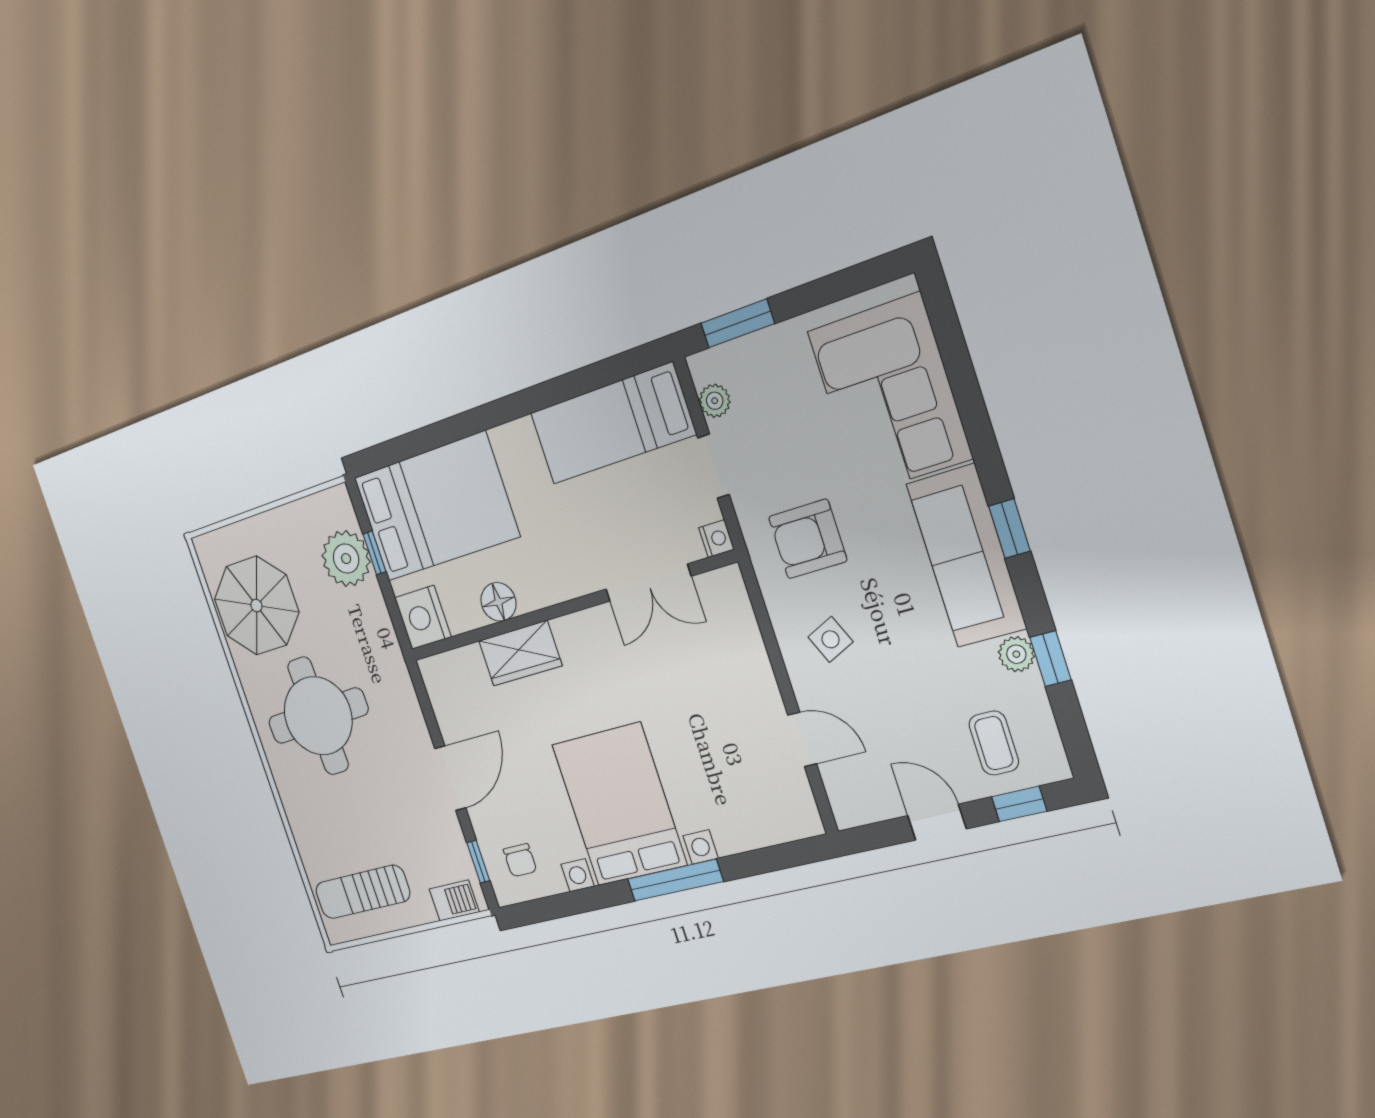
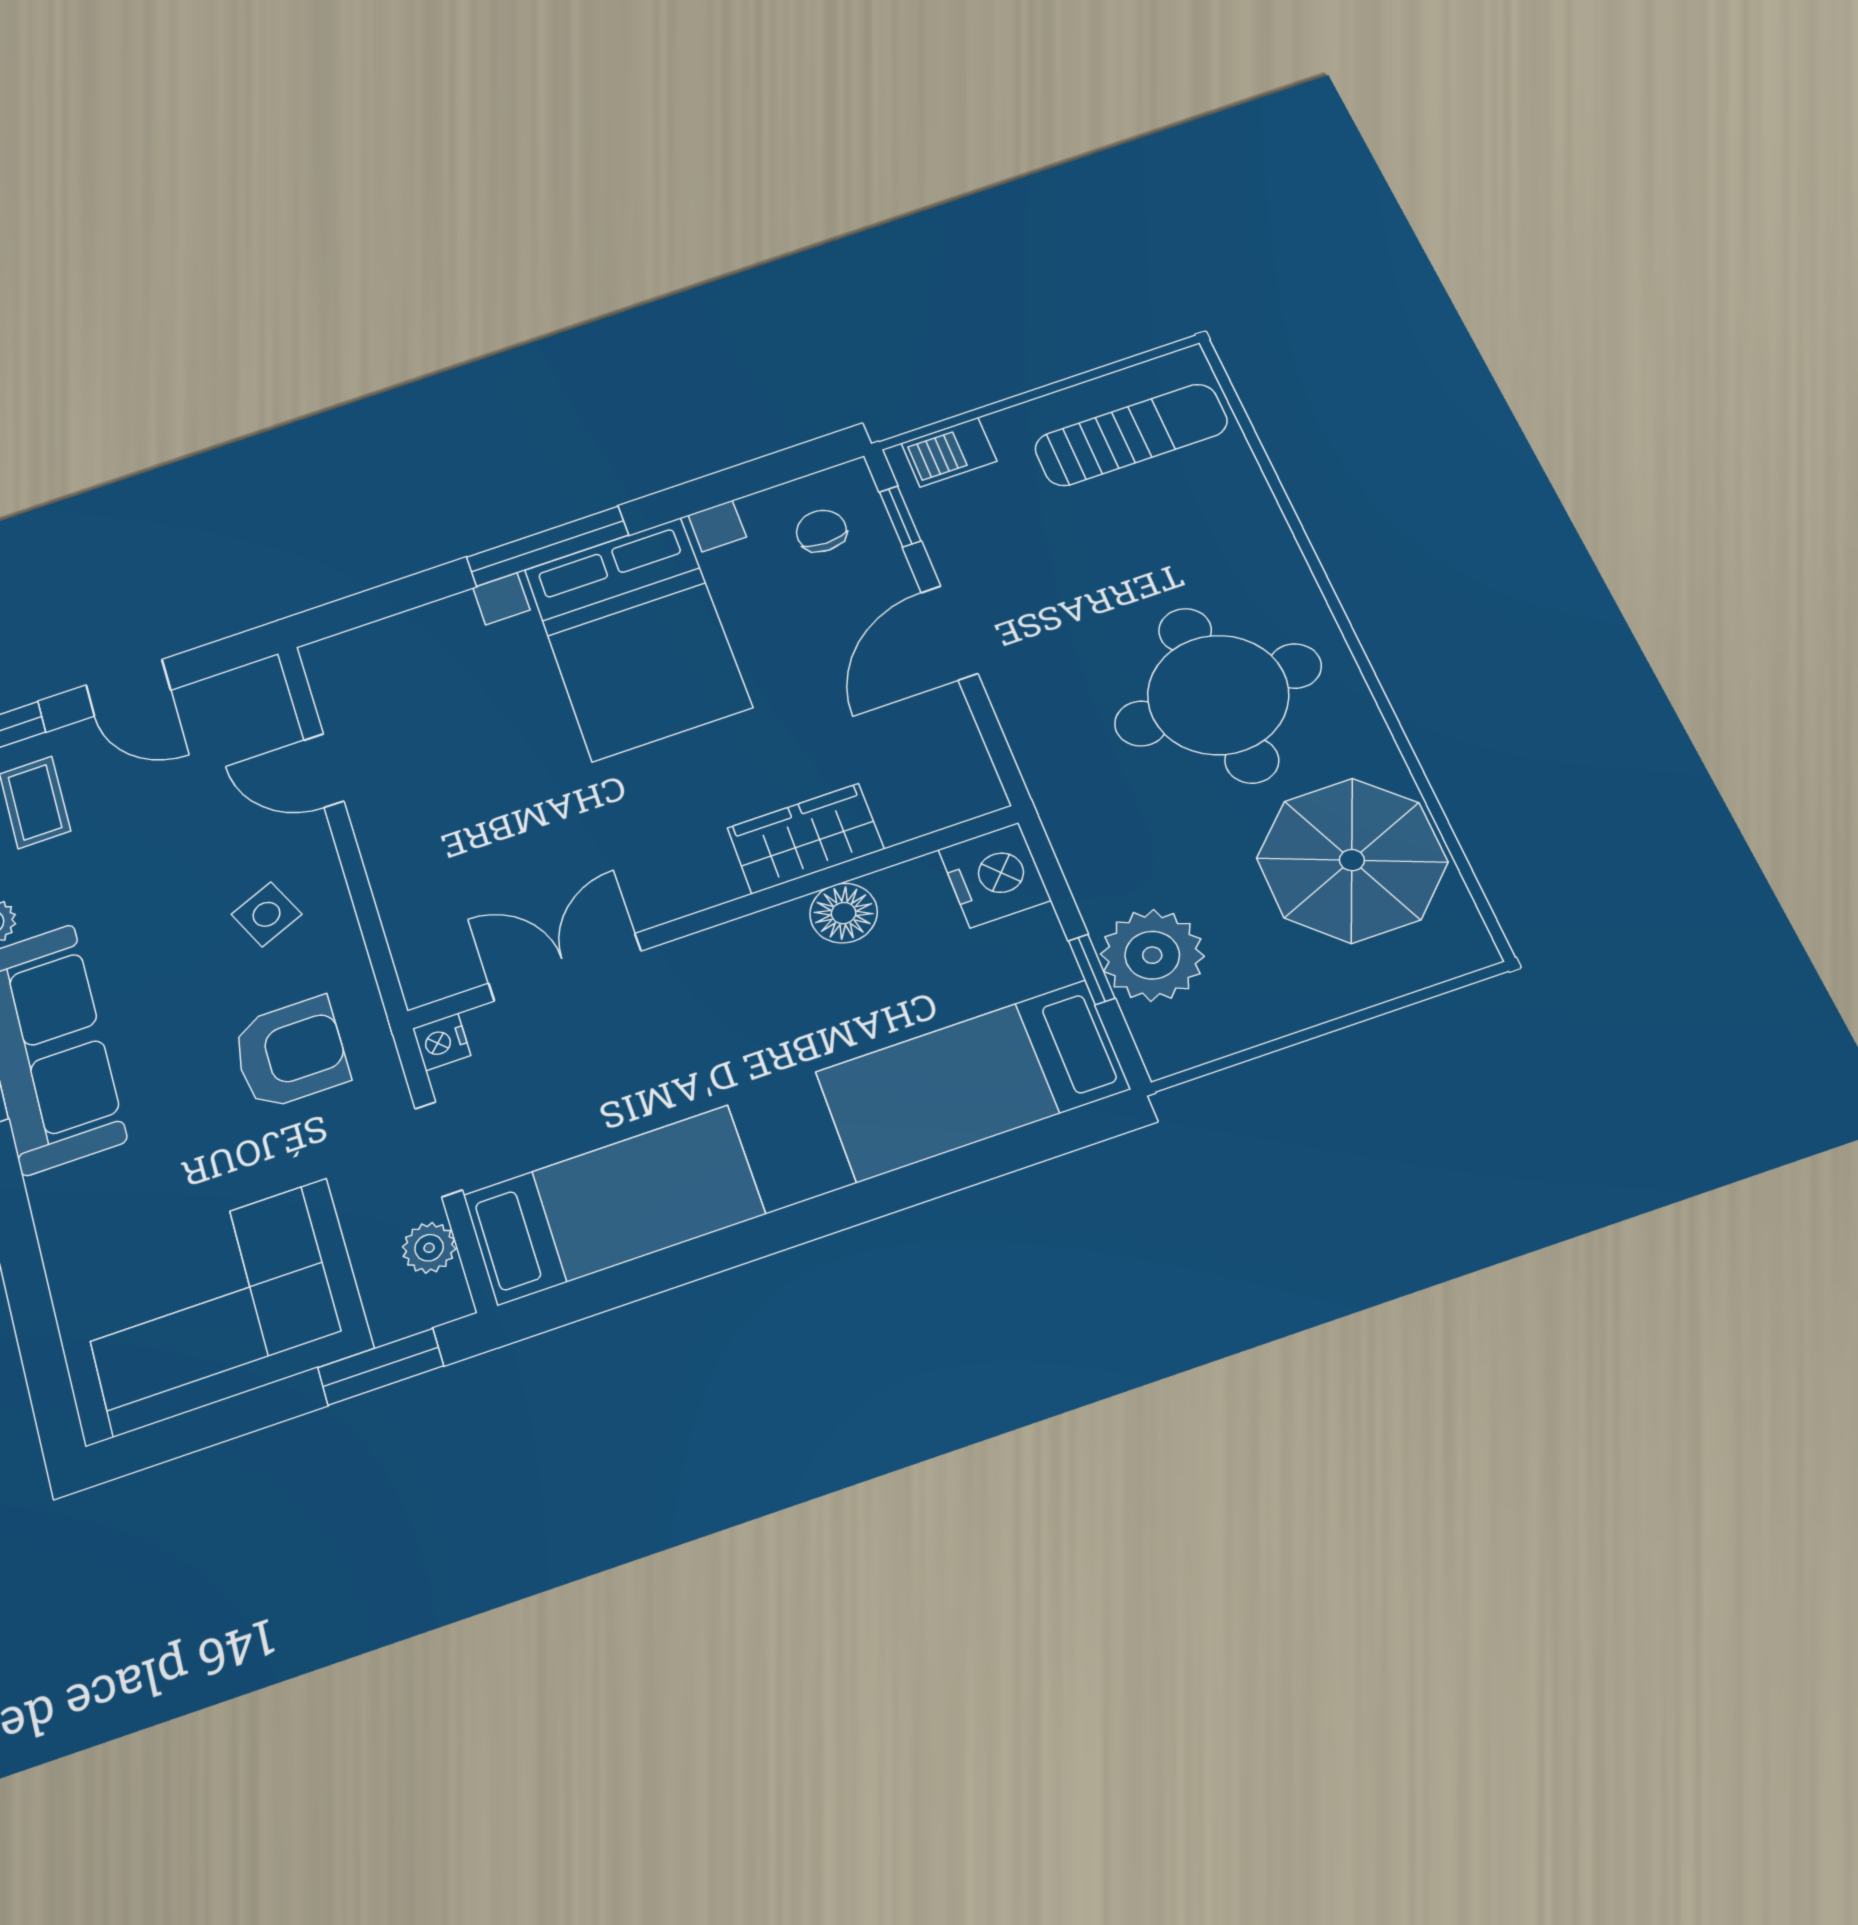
corner sofa: (889, 395) -> (221, 1306), moved, turned -90
bed: (436, 507) -> (972, 1081), width x0.67

